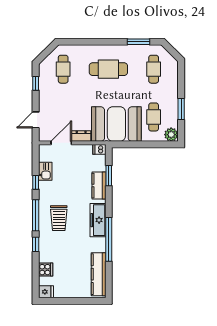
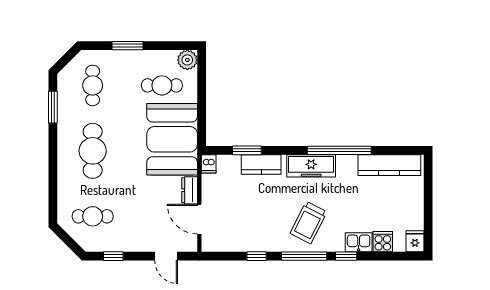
cafe table: (154, 69) -> (93, 85), turned 90
window: (181, 109) -> (127, 46), moved
kitchen sink: (45, 171) -> (359, 242), moved
trolley: (59, 218) -> (308, 223), turned 117

